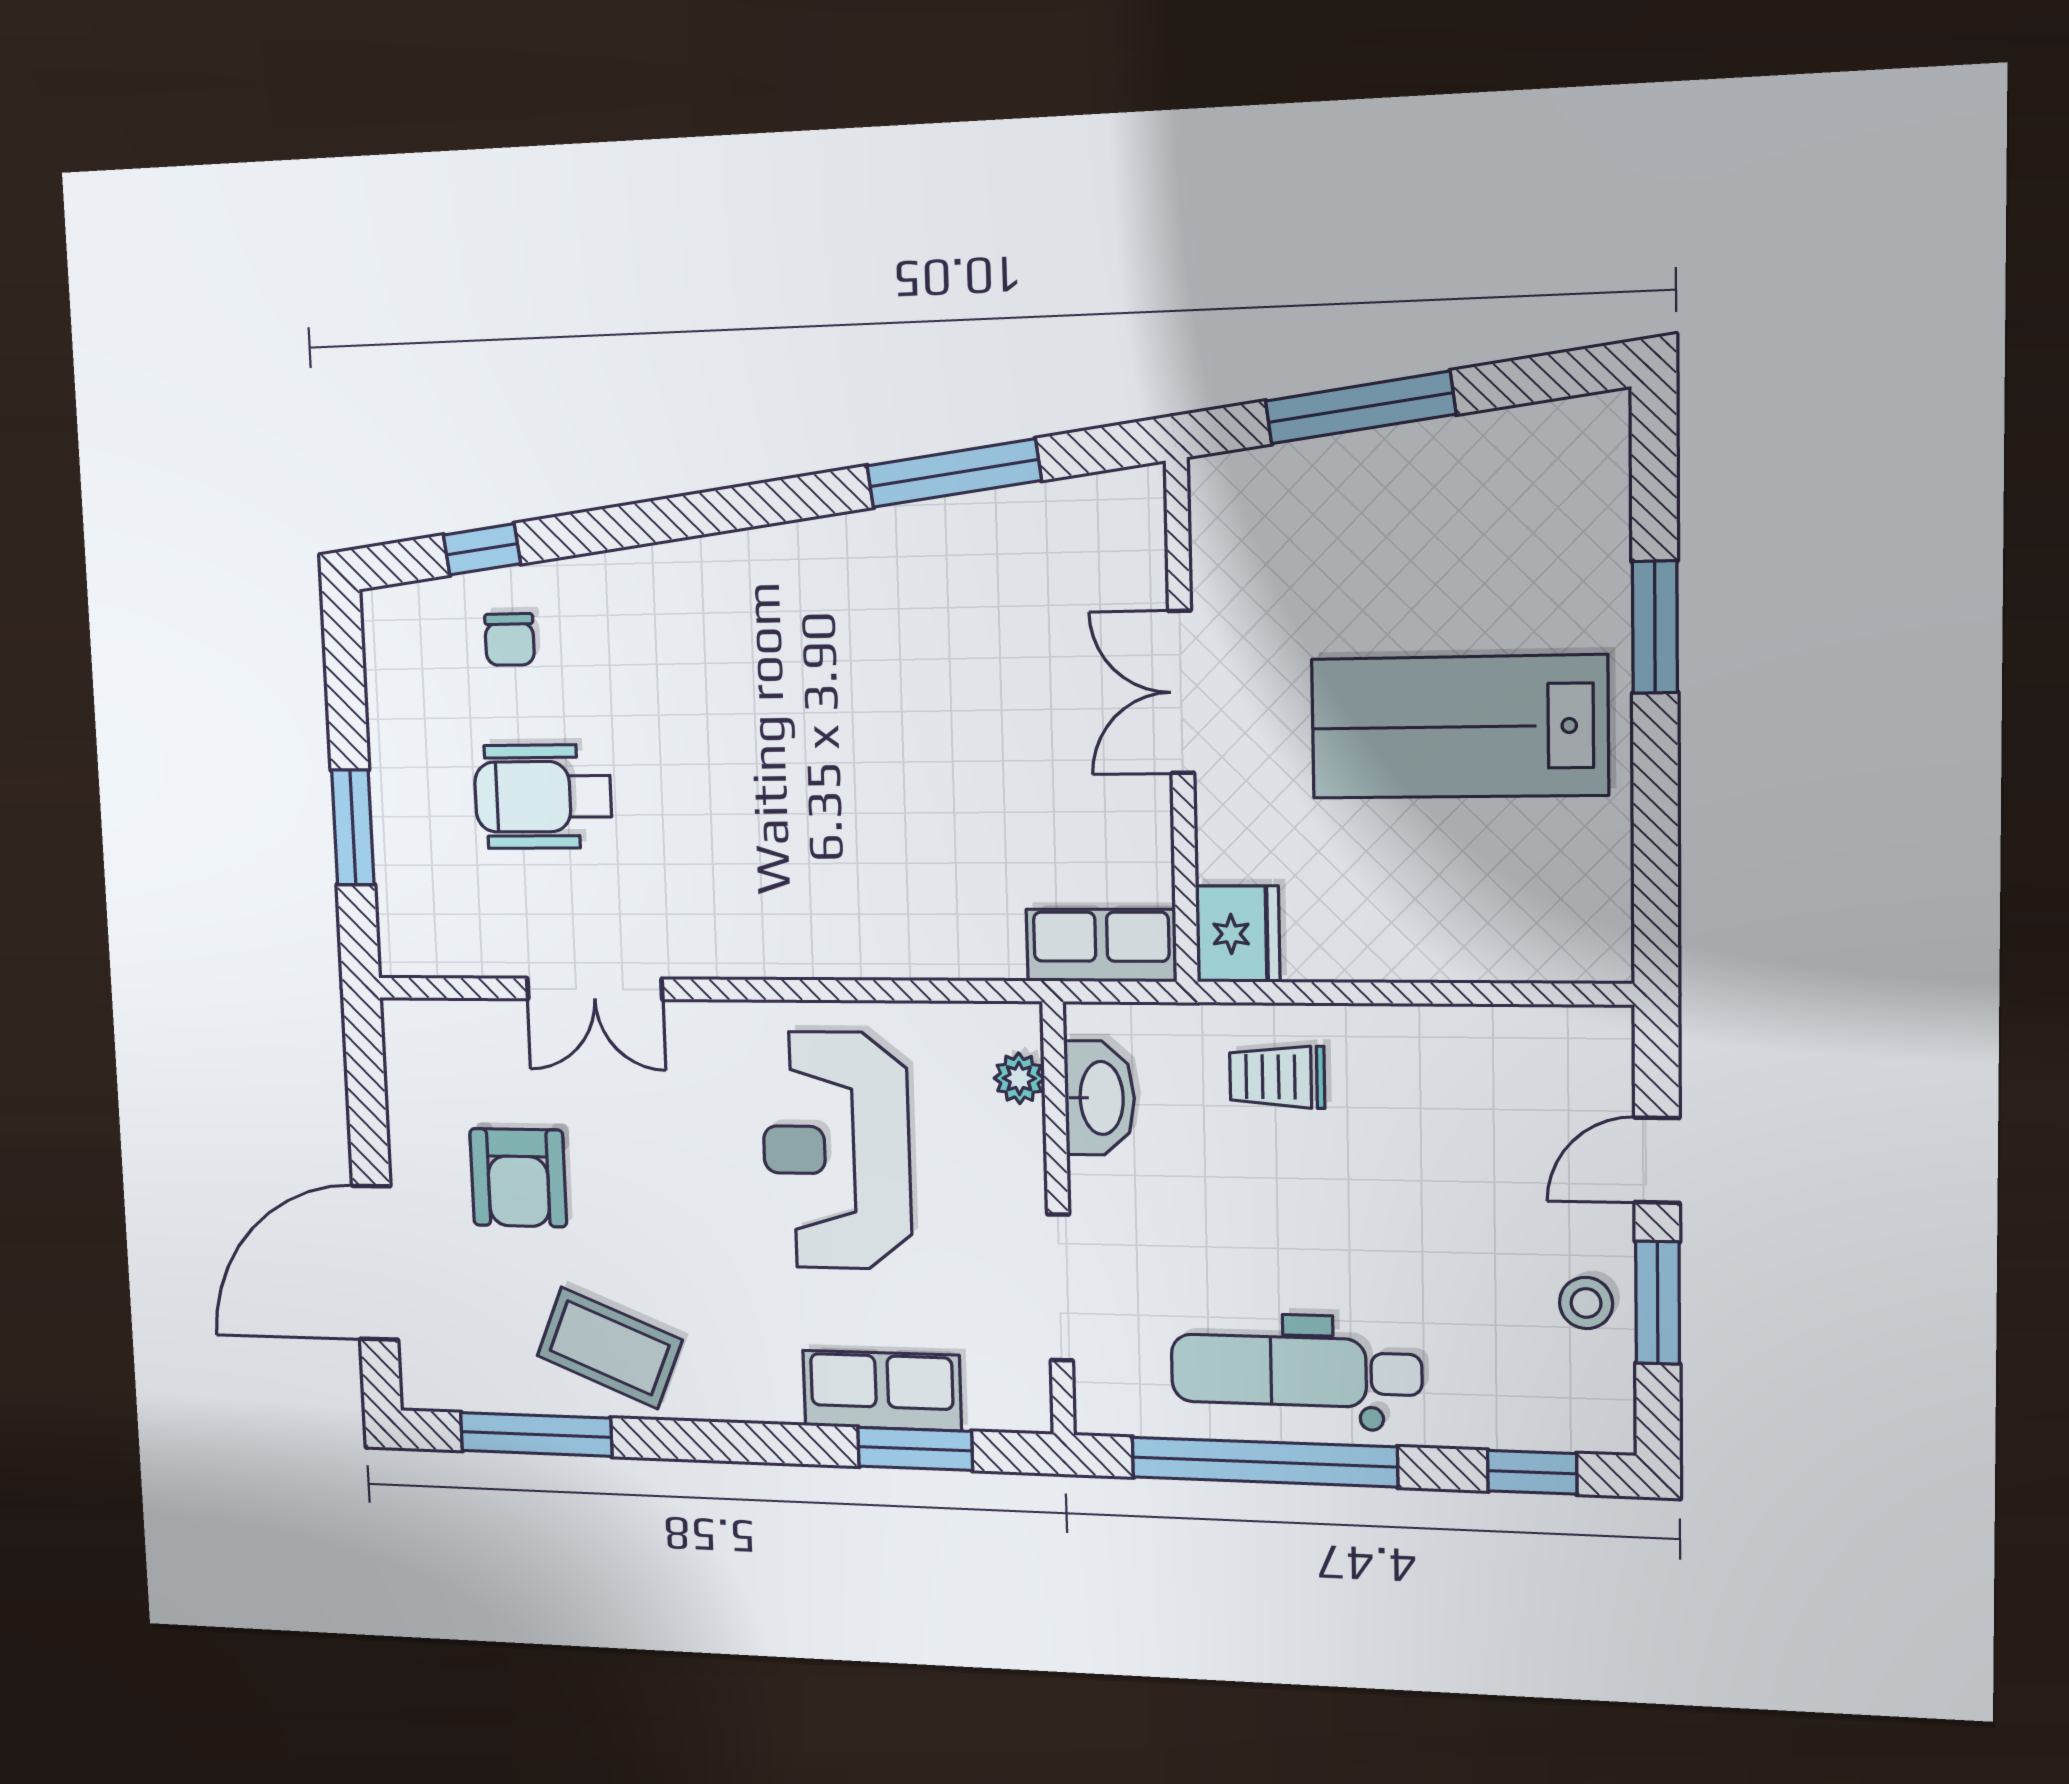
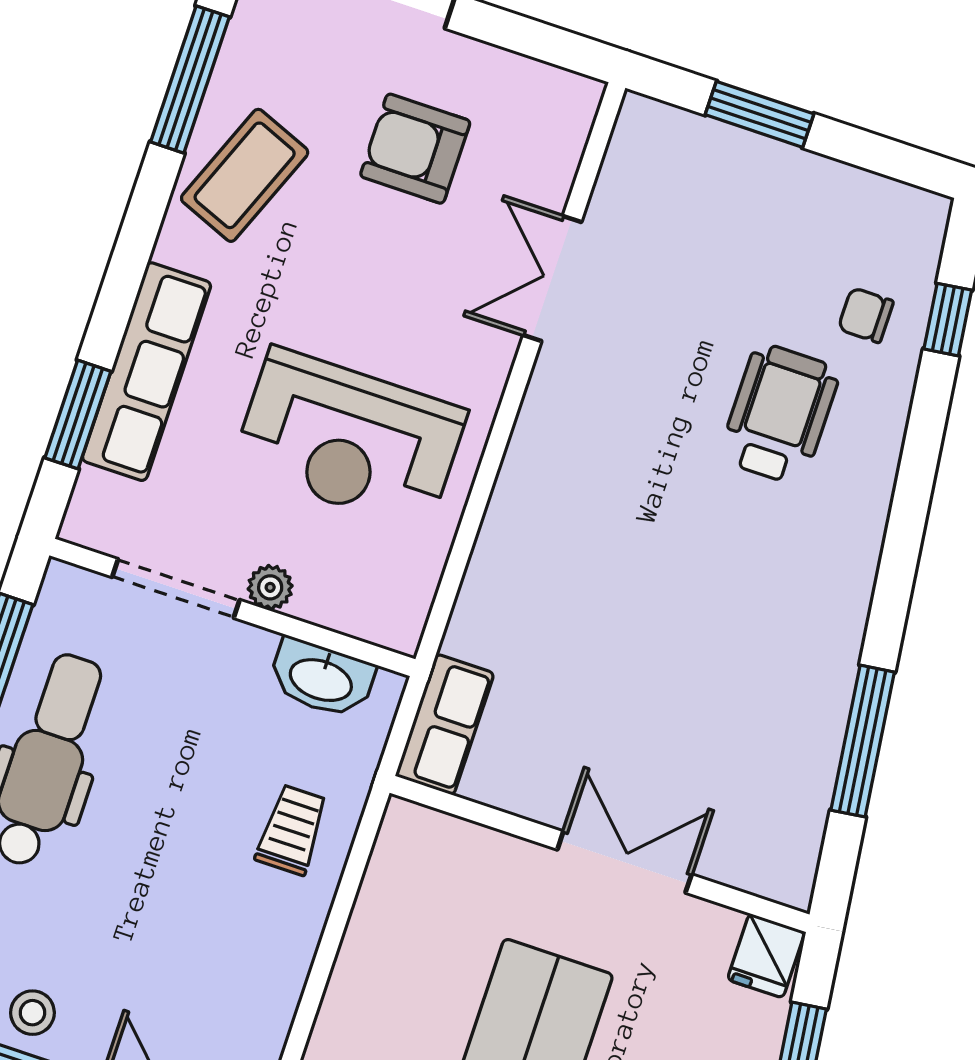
wheelchair: (543, 797) -> (779, 414), moved
fridge: (1238, 934) -> (766, 956), moved, width x0.72
plant: (1019, 1078) -> (270, 587), moved
reception desk: (836, 1150) -> (349, 439), turned 180
row of seats: (882, 1391) -> (147, 372), width x1.48

